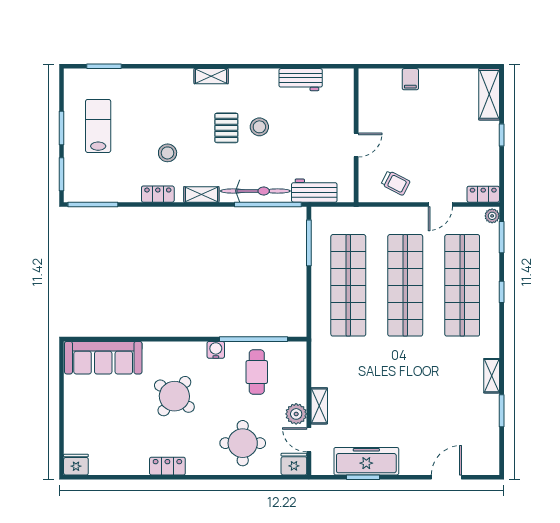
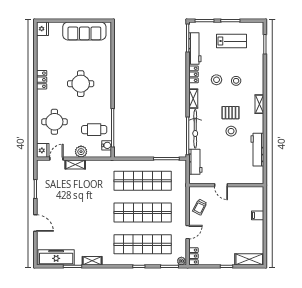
workbench: (301, 80) -> (257, 150), width x1.38
stool: (169, 118) -> (236, 81), added
workbench: (112, 192) -> (195, 49), added
door: (440, 205) -> (188, 232), swing flipped
water cooler: (216, 350) -> (107, 145), moved
sofa: (103, 358) -> (84, 31), moved, turned -90
round table: (174, 396) -> (81, 84), turned -37
plant: (296, 414) -> (81, 152), moved
freezer: (366, 461) -> (56, 257), moved, turned -90
door: (446, 477) -> (35, 223), moved

